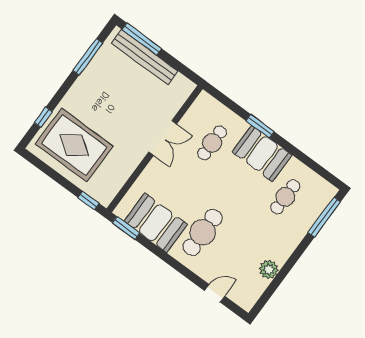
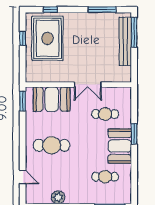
window: (88, 200) -> (23, 38), moved
booth: (156, 223) -> (52, 99), moved, turned 90

